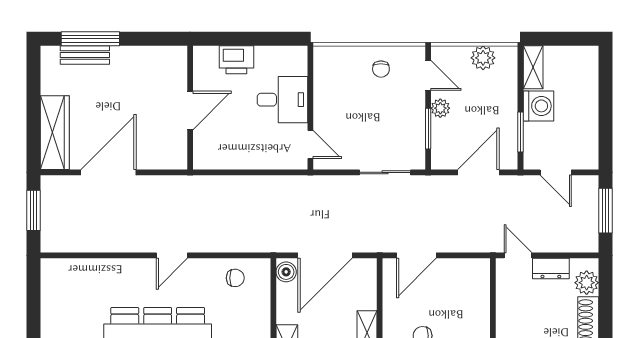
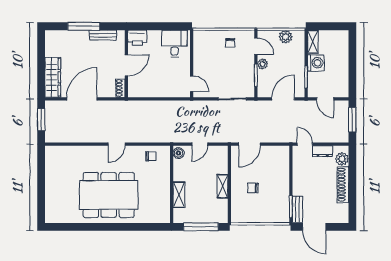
window: (90, 39) -> (84, 26), moved
bench: (85, 55) -> (103, 35), moved
printer: (236, 60) -> (137, 38), moved
desk: (282, 100) -> (175, 44), moved, turned -90
shoe rack: (179, 152) -> (120, 88), added
door: (325, 255) -> (200, 144), width x0.53

